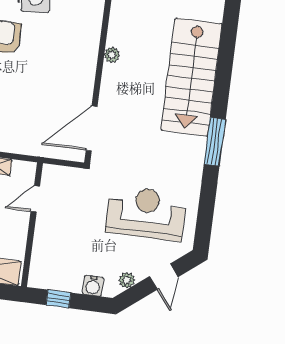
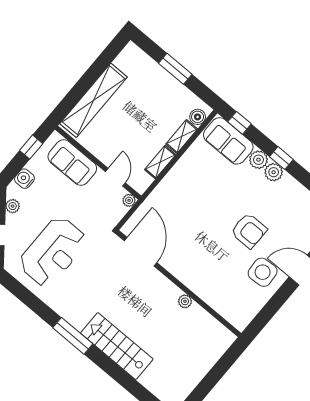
stairs: (191, 77) -> (117, 346), width x0.73, depth x0.66
plant: (49, 171) -> (129, 200), added
sofa: (48, 250) -> (72, 163), added

